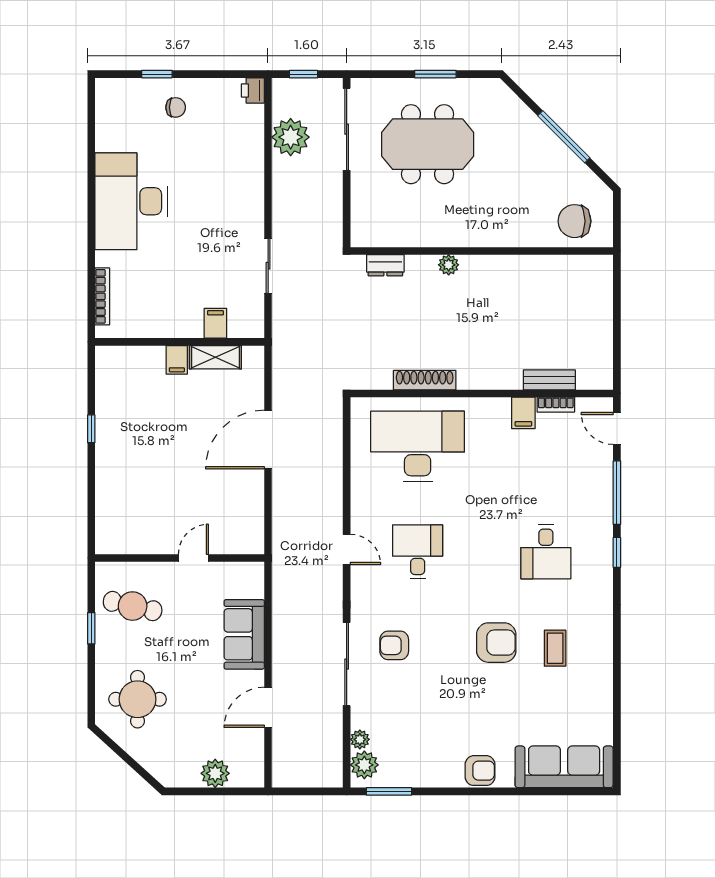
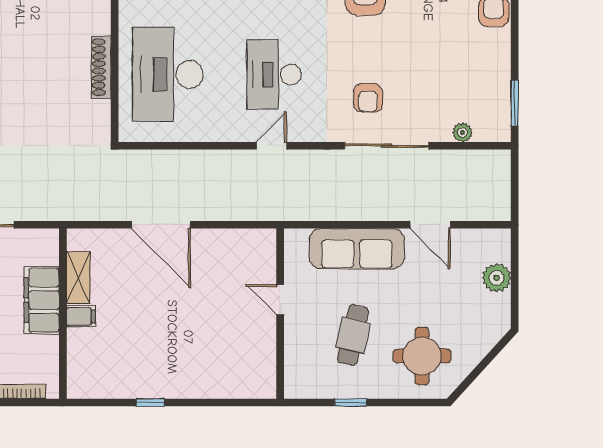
filing cabinet: (215, 323) -> (42, 300), width x3.00, depth x1.17
desk: (418, 552) -> (274, 74), width x1.37
cafe table: (133, 606) -> (353, 335), moved
sofa: (244, 634) -> (357, 249), width x1.36
plant: (364, 765) -> (488, 128), removed

